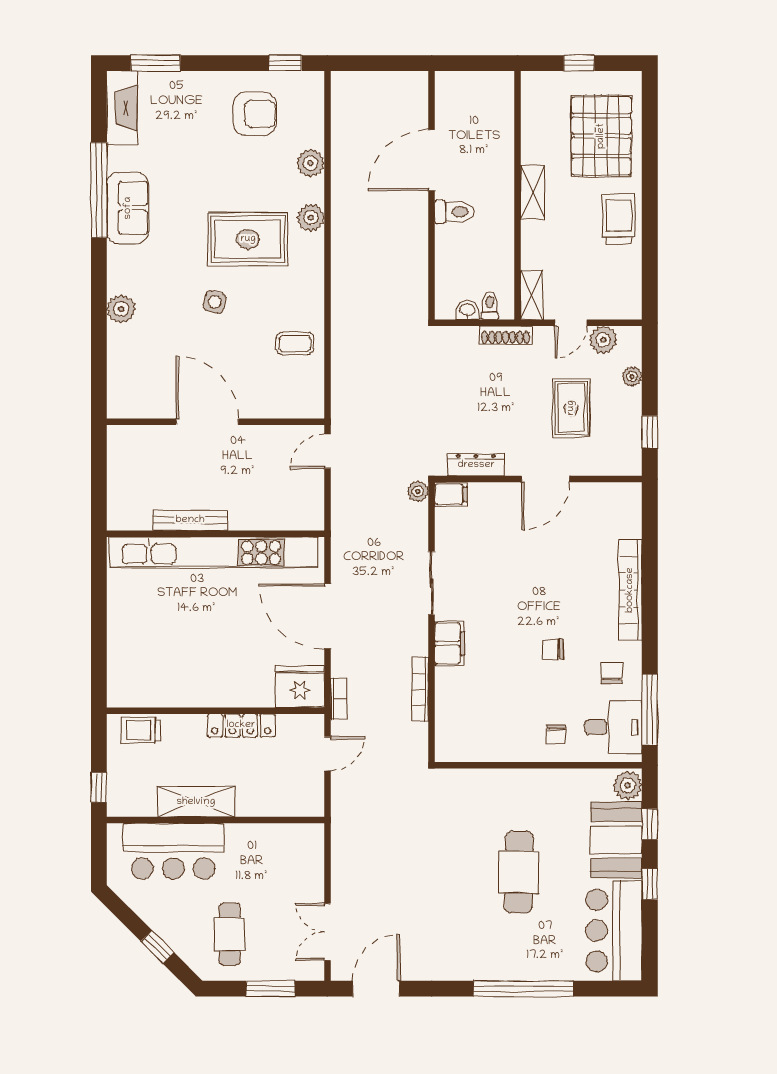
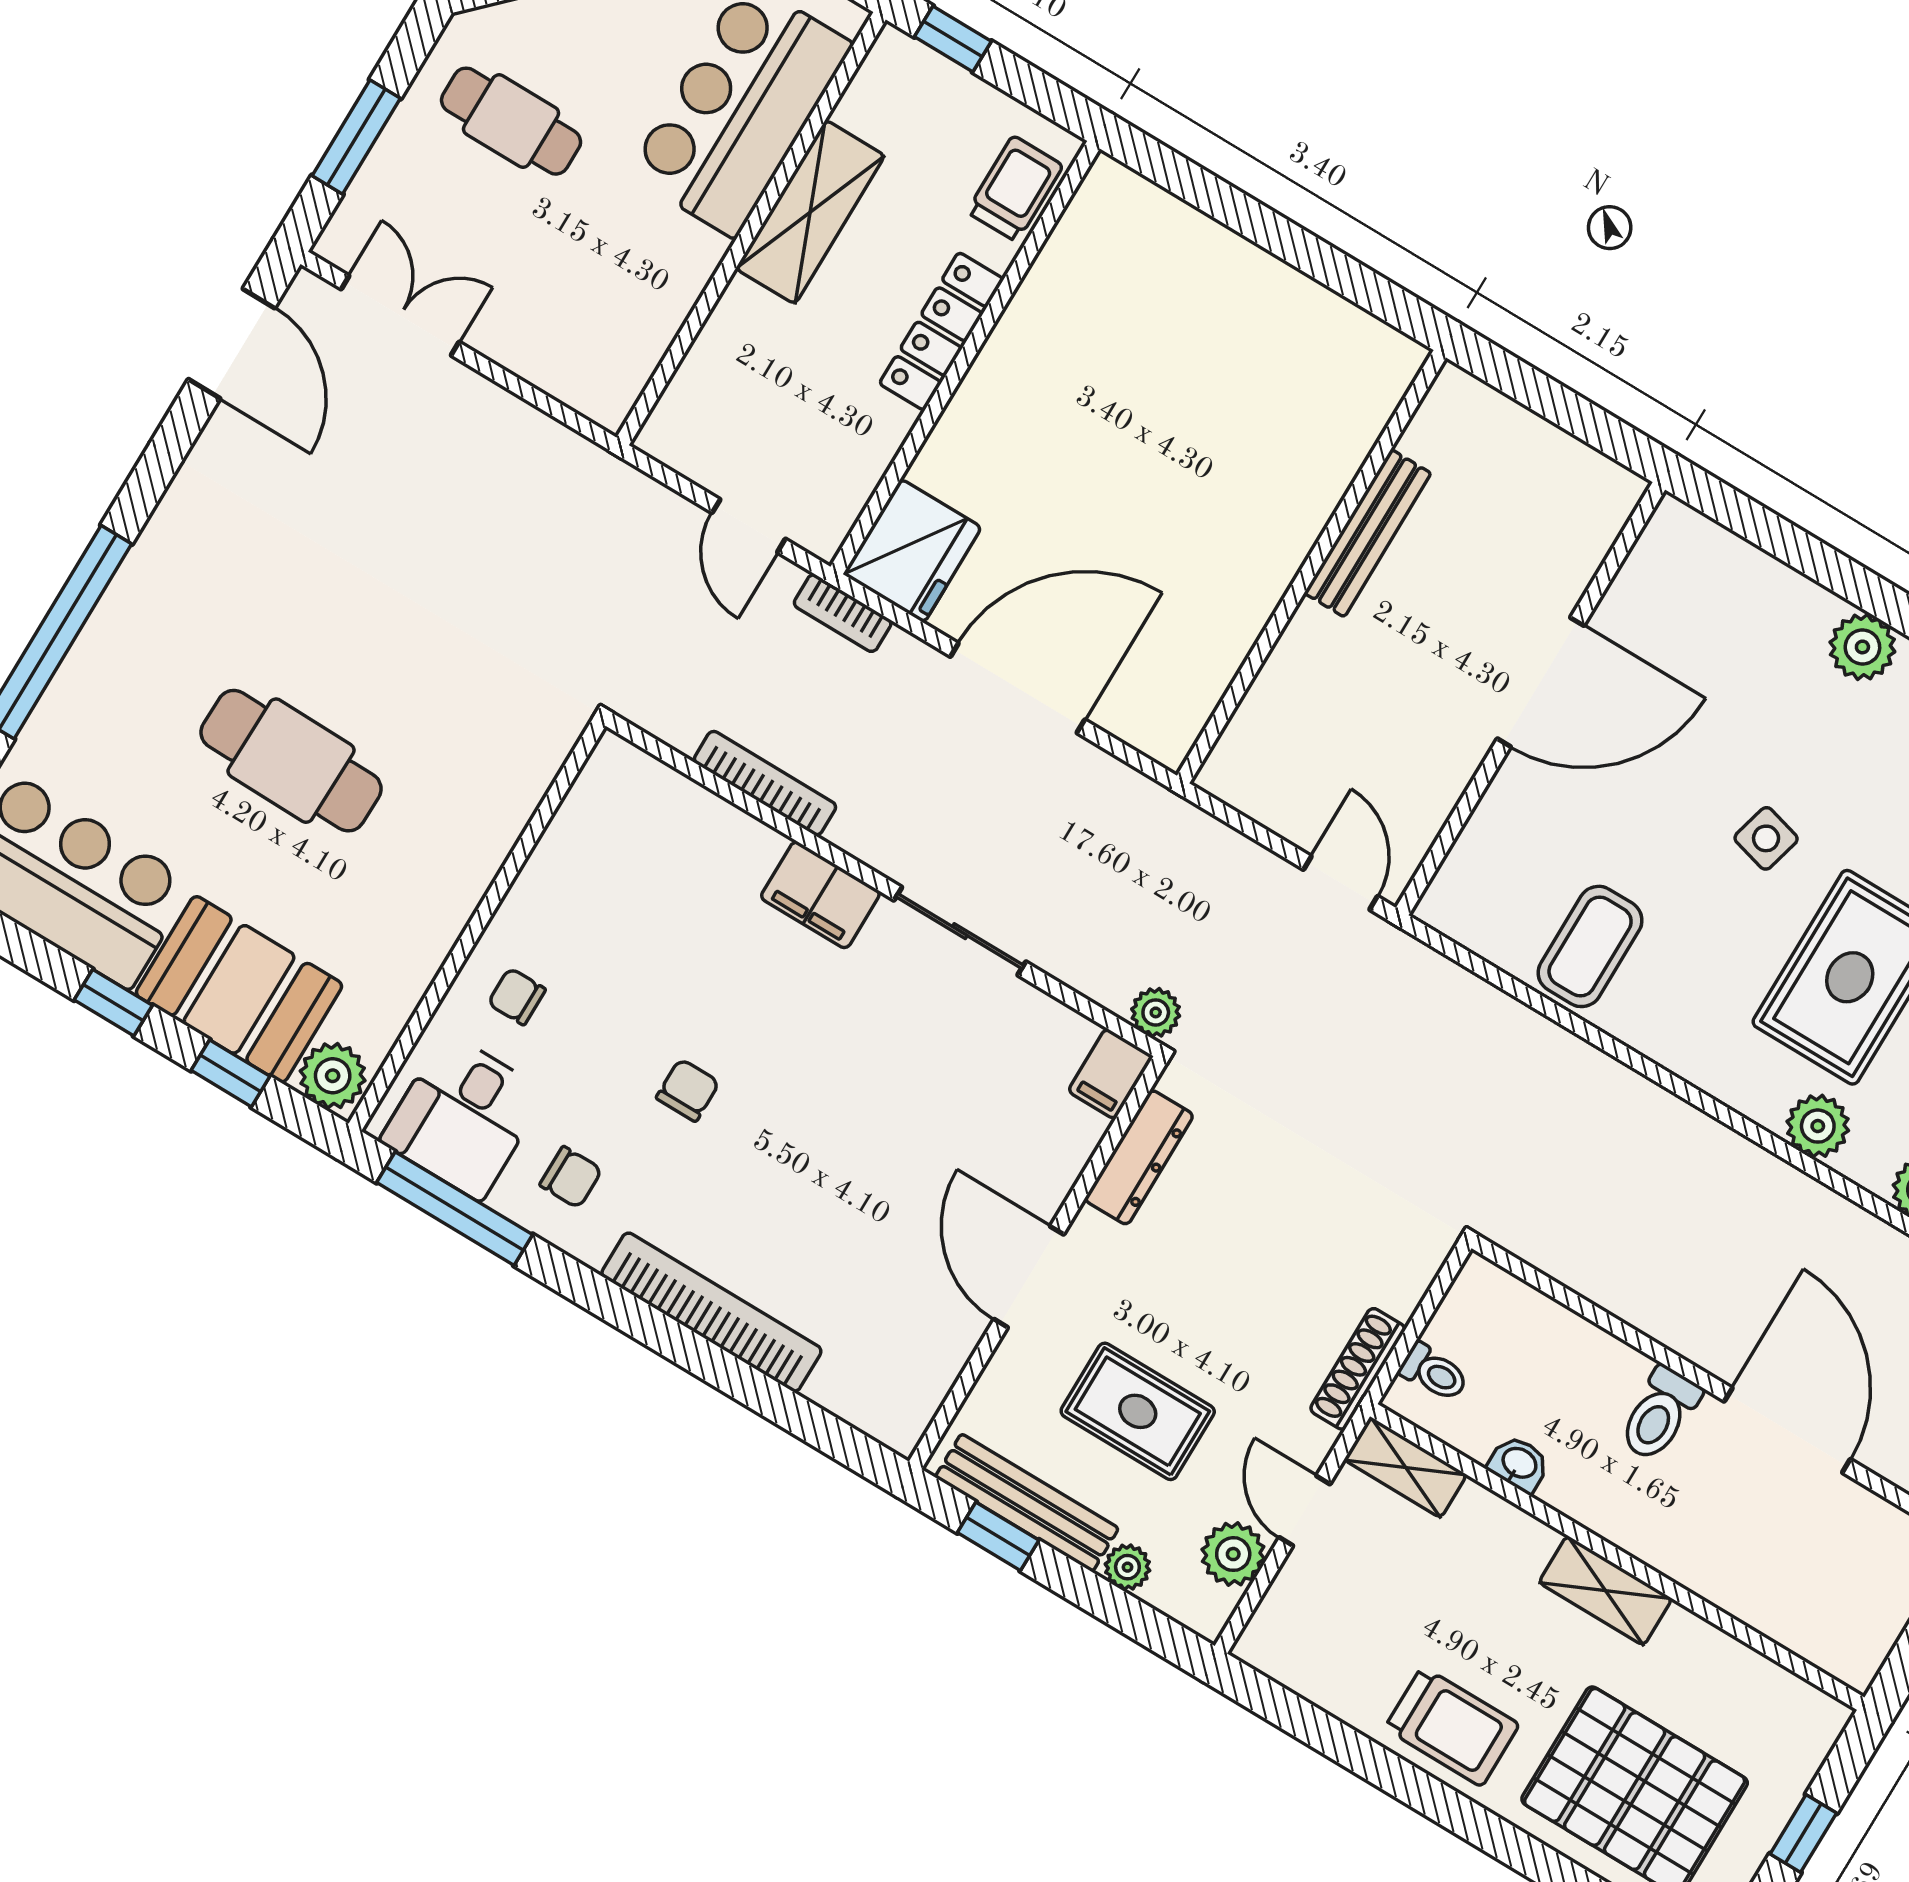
washbasin: (467, 310) -> (1519, 1464), moved, turned -90
coffee table: (295, 343) -> (1590, 946), width x1.36, depth x1.30
bench: (631, 429) -> (1027, 1503), added
kitchen unit: (214, 553) -> (1277, 540), removed
locker: (241, 725) -> (942, 331), moved

